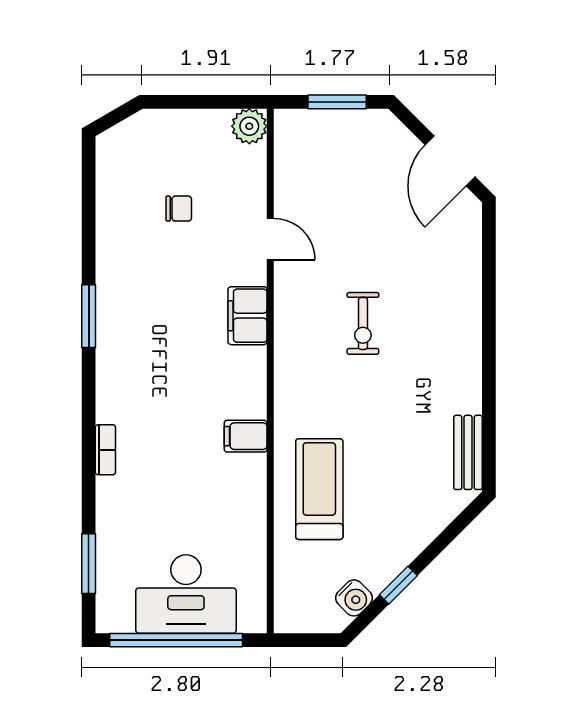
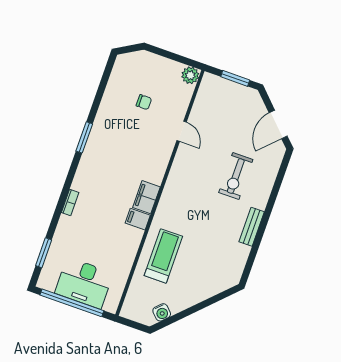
filing cabinet: (248, 316) -> (146, 197), moved
exercise bike: (363, 323) -> (236, 176), moved, width x1.38, depth x1.39
bench: (468, 452) -> (252, 227), moved
window: (398, 585) -> (184, 314), removed

